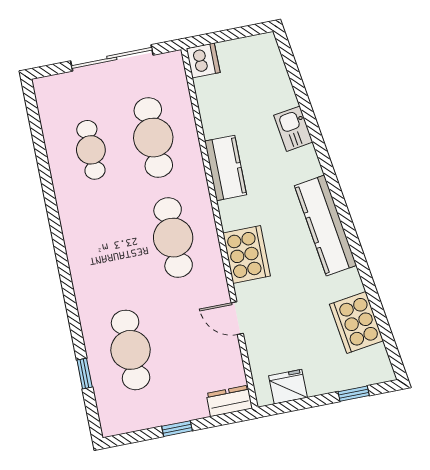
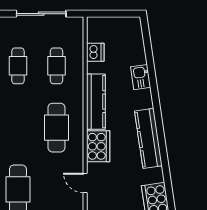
dishwasher: (203, 60) -> (95, 52), moved
cafe table: (153, 138) -> (56, 66), width x0.73, depth x0.74
kitchen counter: (226, 168) -> (96, 102), width x1.50

